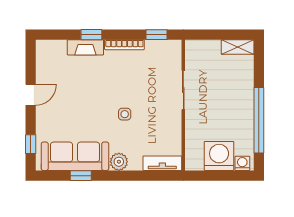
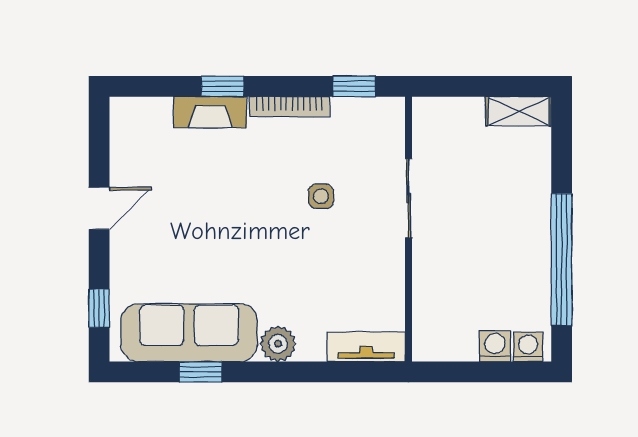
side table: (125, 114) -> (321, 196), moved
washing machine: (219, 156) -> (495, 346), width x0.53, depth x0.53

